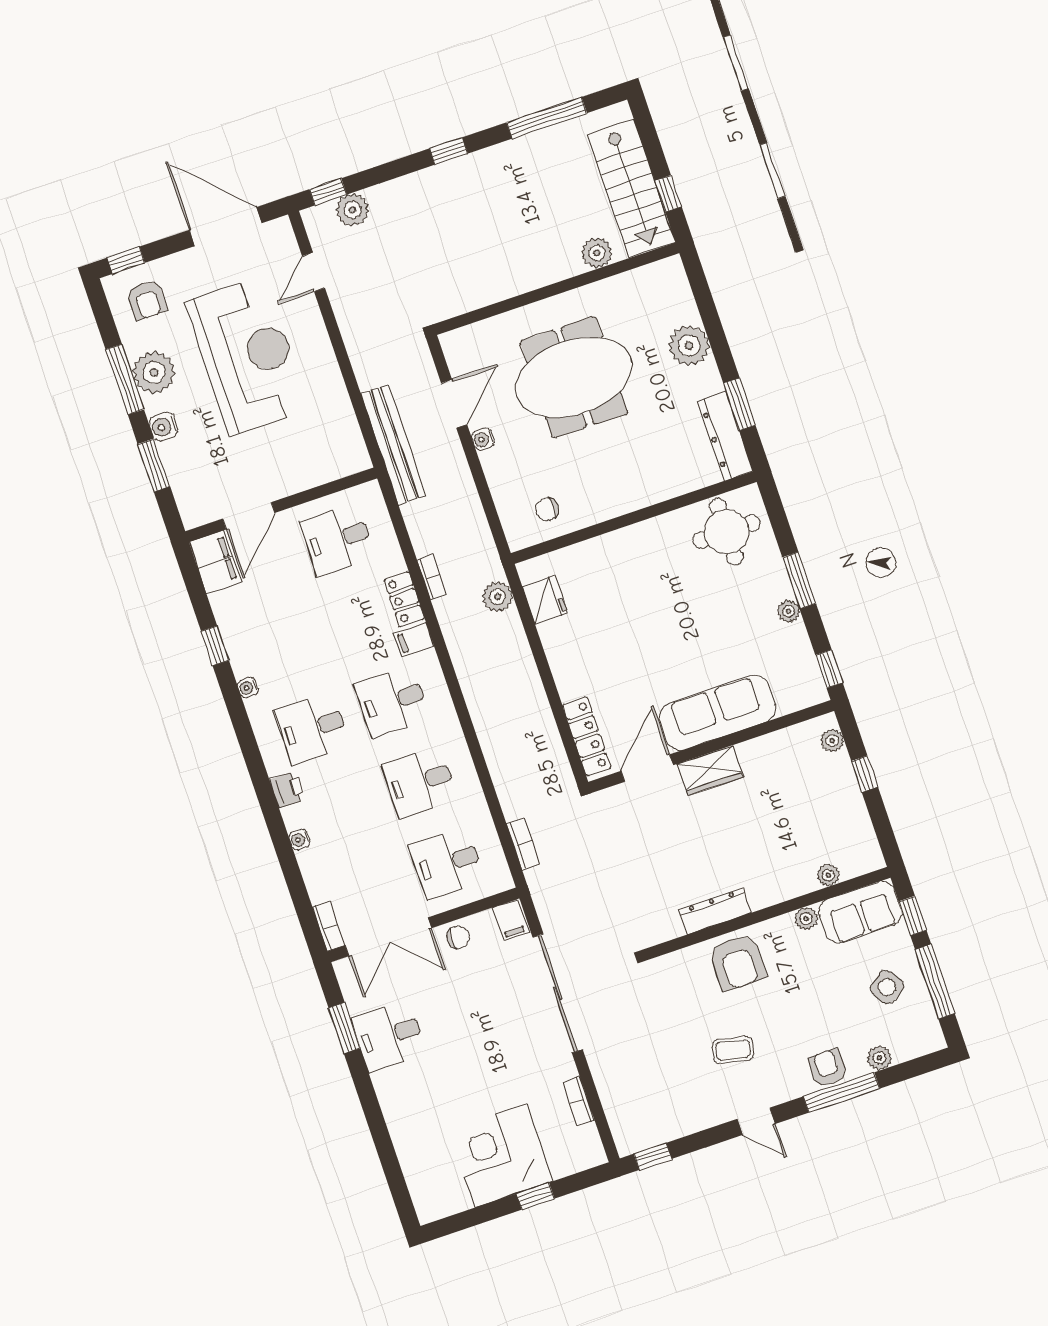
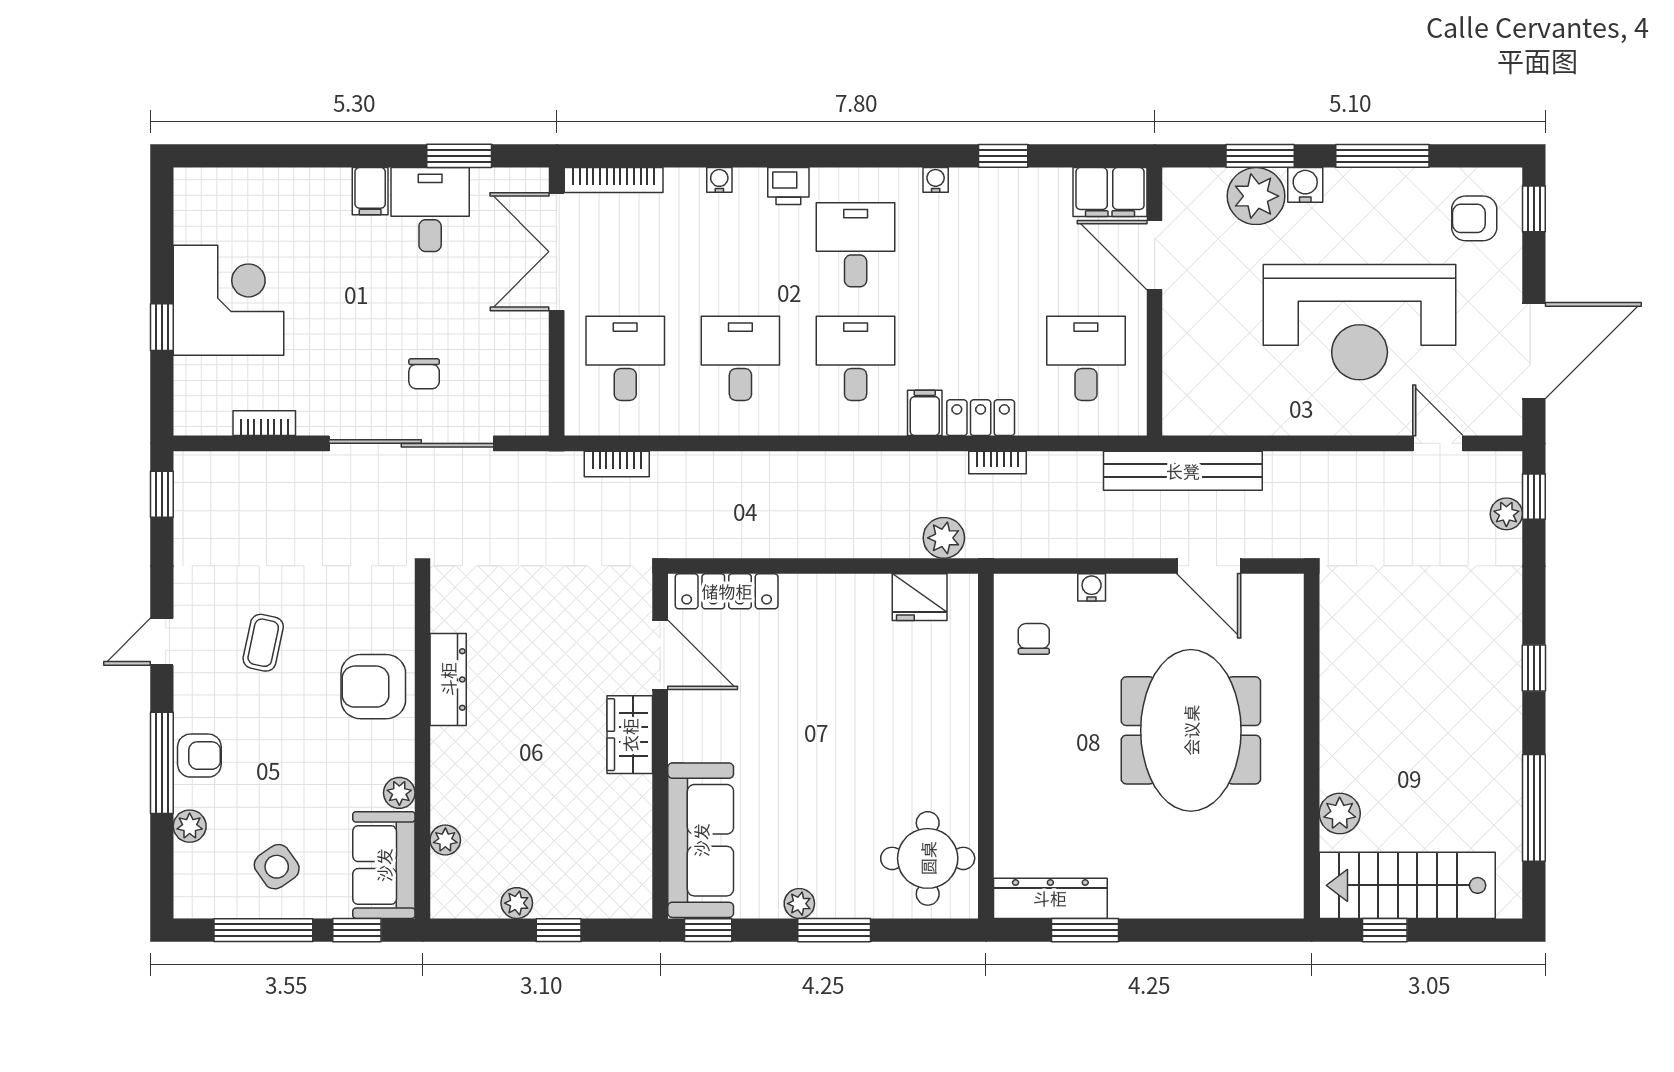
plant: (352, 210) -> (1506, 514), width x0.73, depth x0.73
plant: (689, 346) -> (1182, 891), removed
plant: (154, 373) -> (1256, 196), moved
water cooler: (483, 439) -> (1092, 587), moved
sofa: (717, 713) -> (701, 840), moved
plant: (832, 741) -> (517, 903), moved
filing cabinet: (511, 920) -> (370, 191), moved, turned -90
bookcase: (329, 926) -> (614, 180), width x1.56
chair: (458, 937) -> (424, 374), moved

